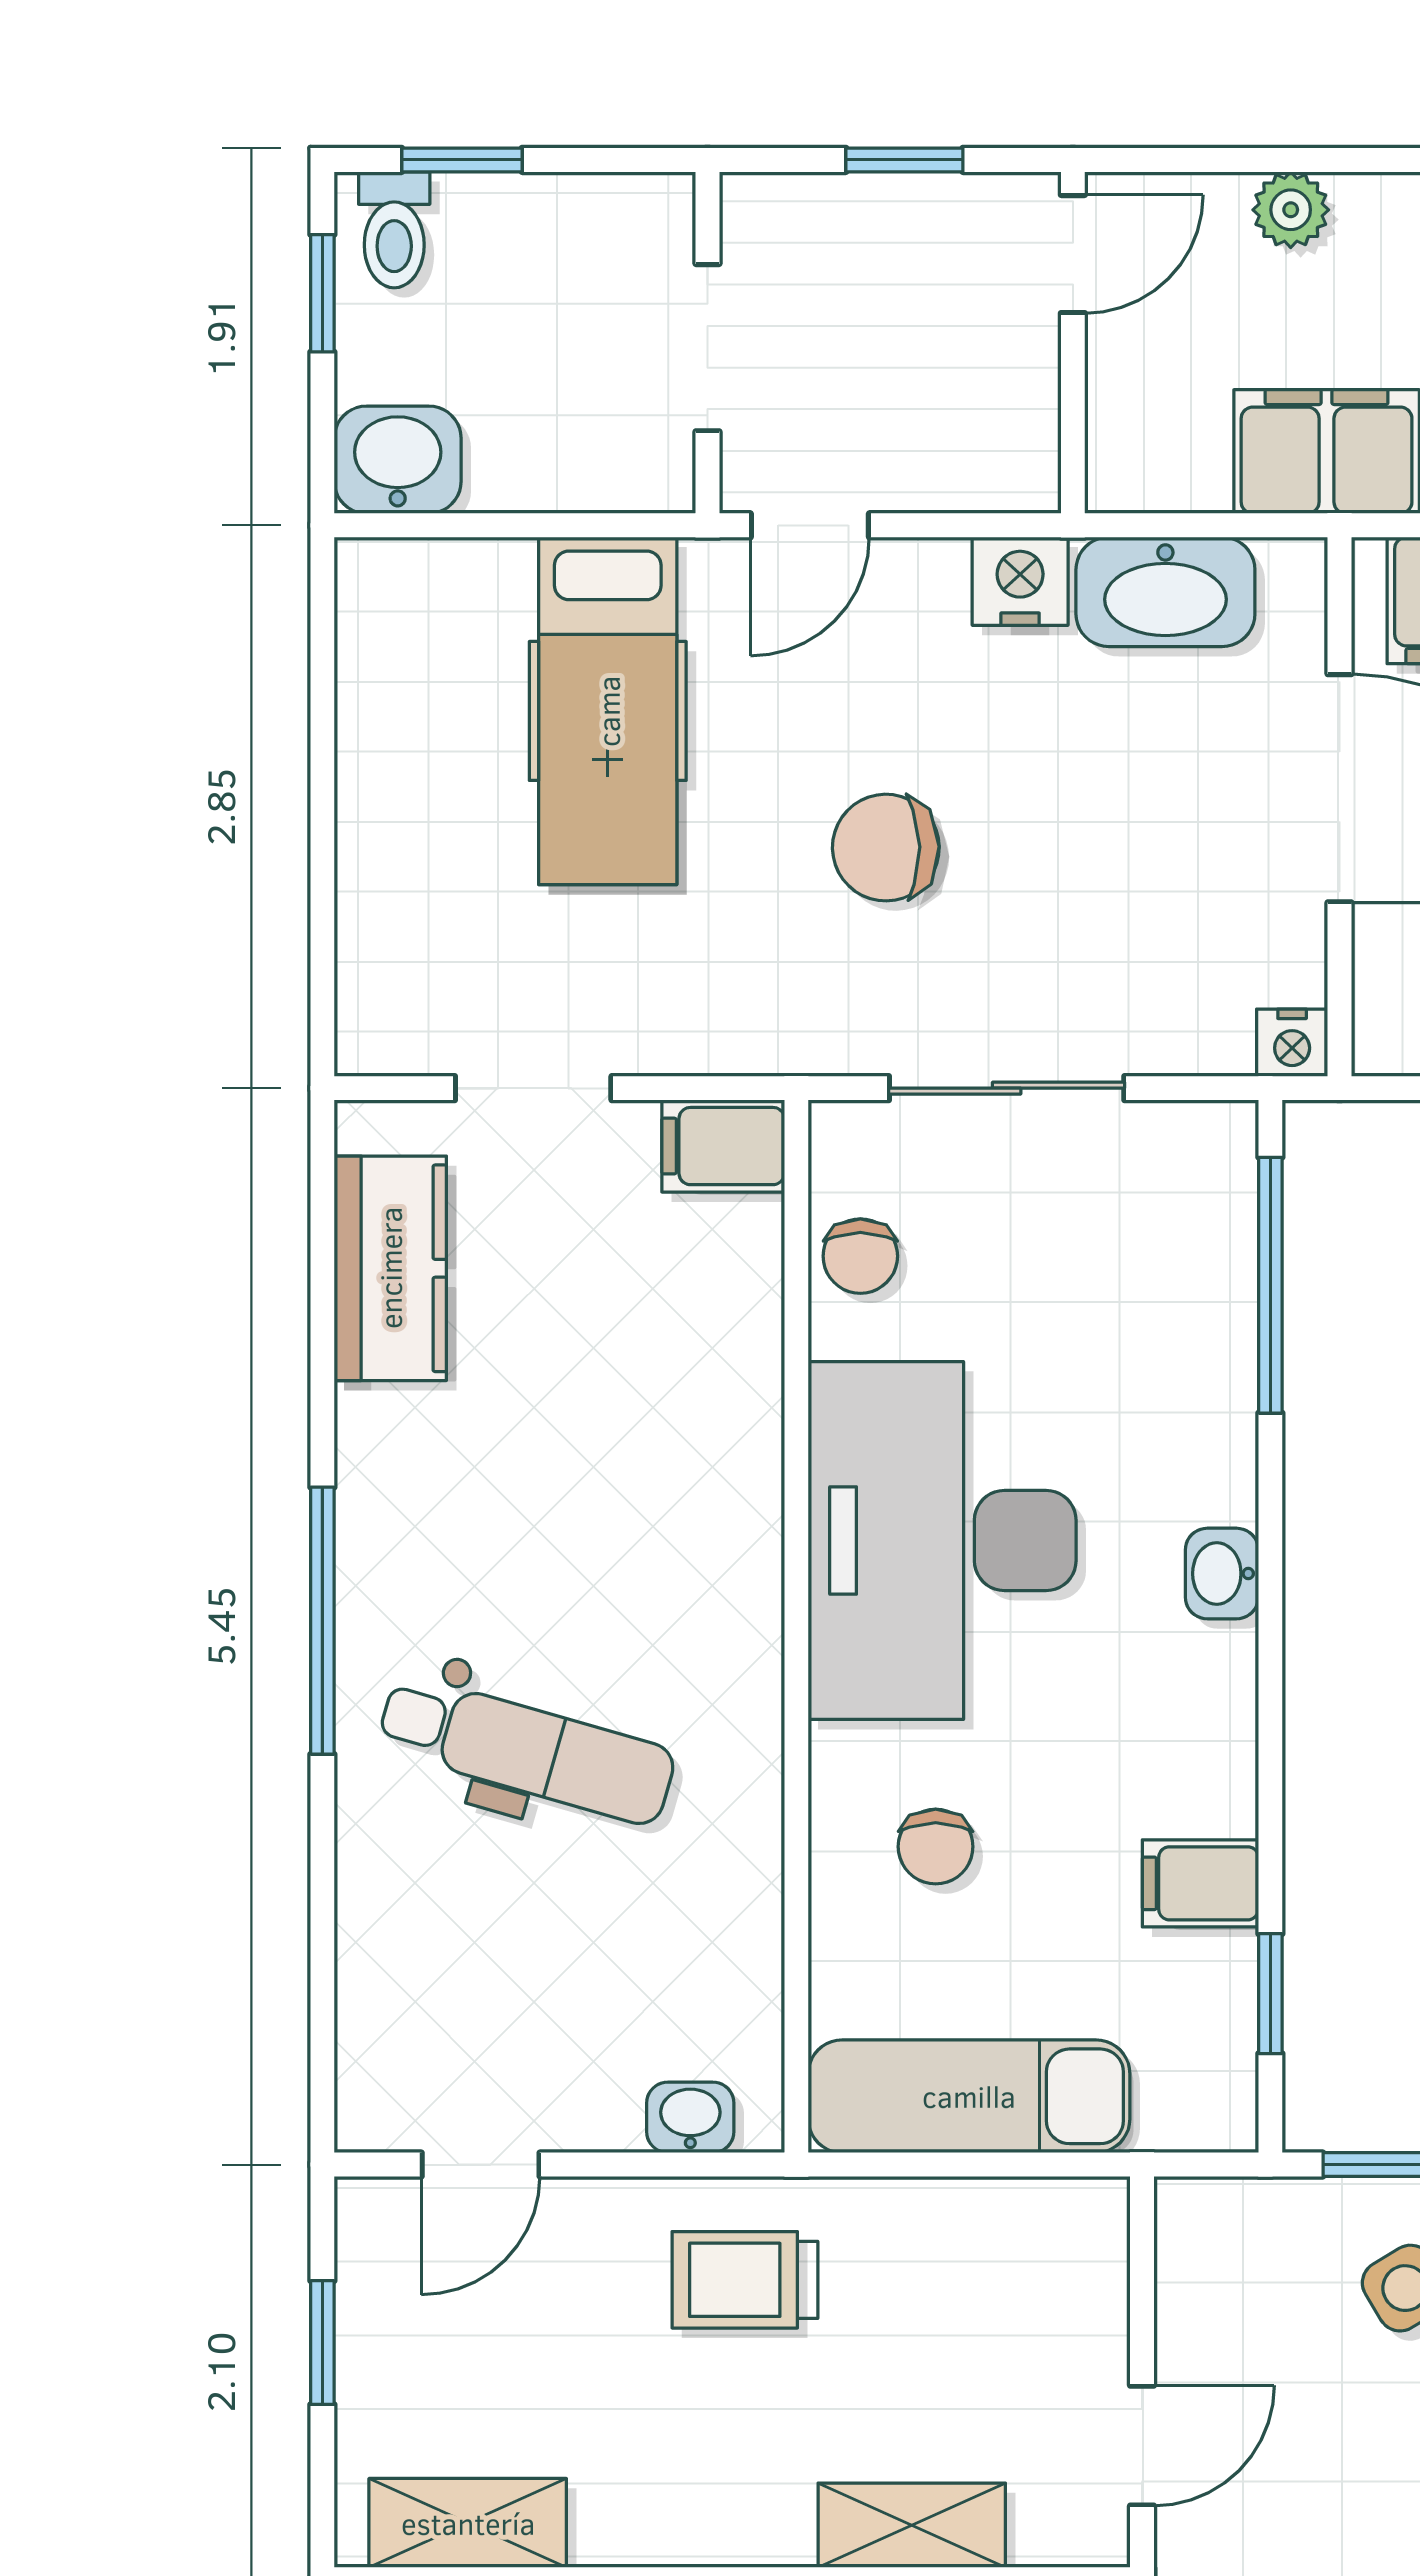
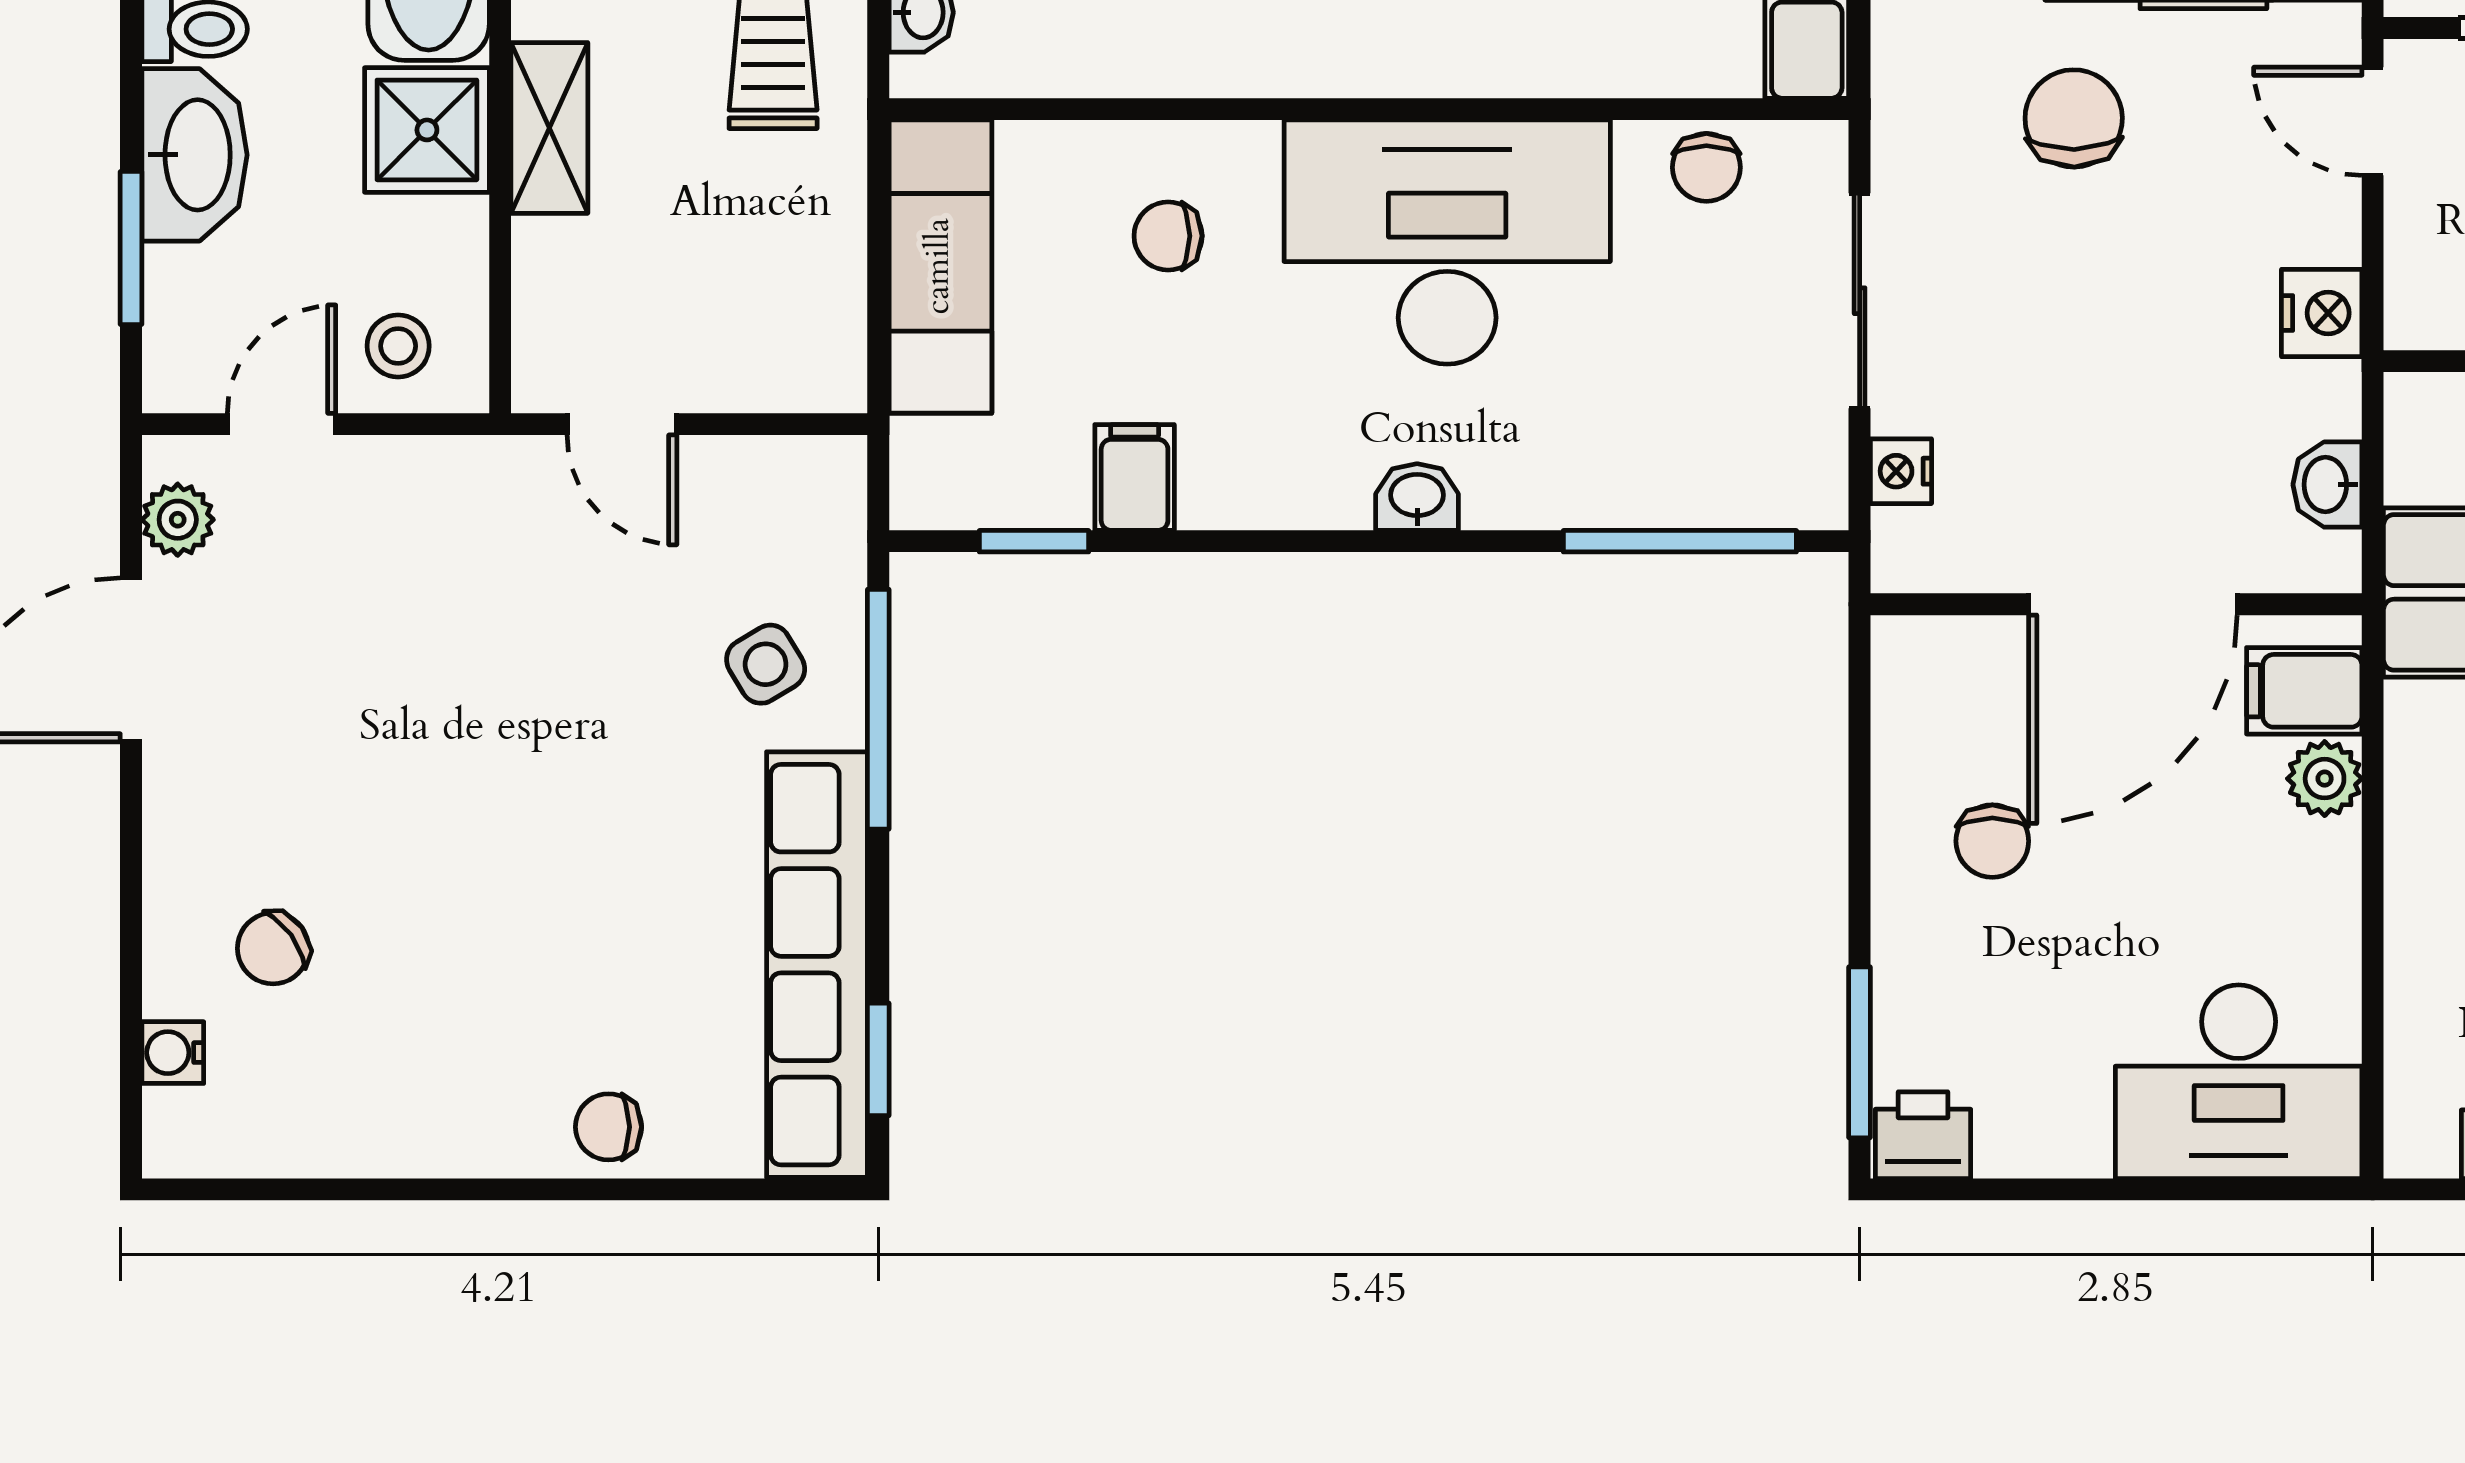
washbasin: (1165, 592) -> (2327, 485), width x0.52, depth x0.69
chair: (886, 848) -> (2074, 118), moved
nightstand: (1292, 1043) -> (1901, 471), moved
chair: (860, 1256) -> (1706, 167), turned -90
shelving: (912, 2525) -> (549, 128), moved

